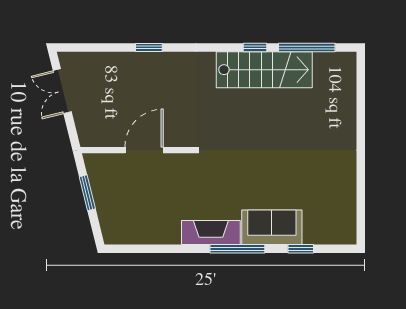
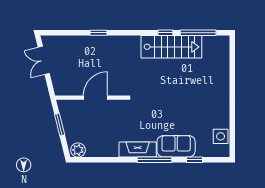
side table: (342, 212) -> (221, 136), added
plant: (116, 233) -> (78, 150), added

